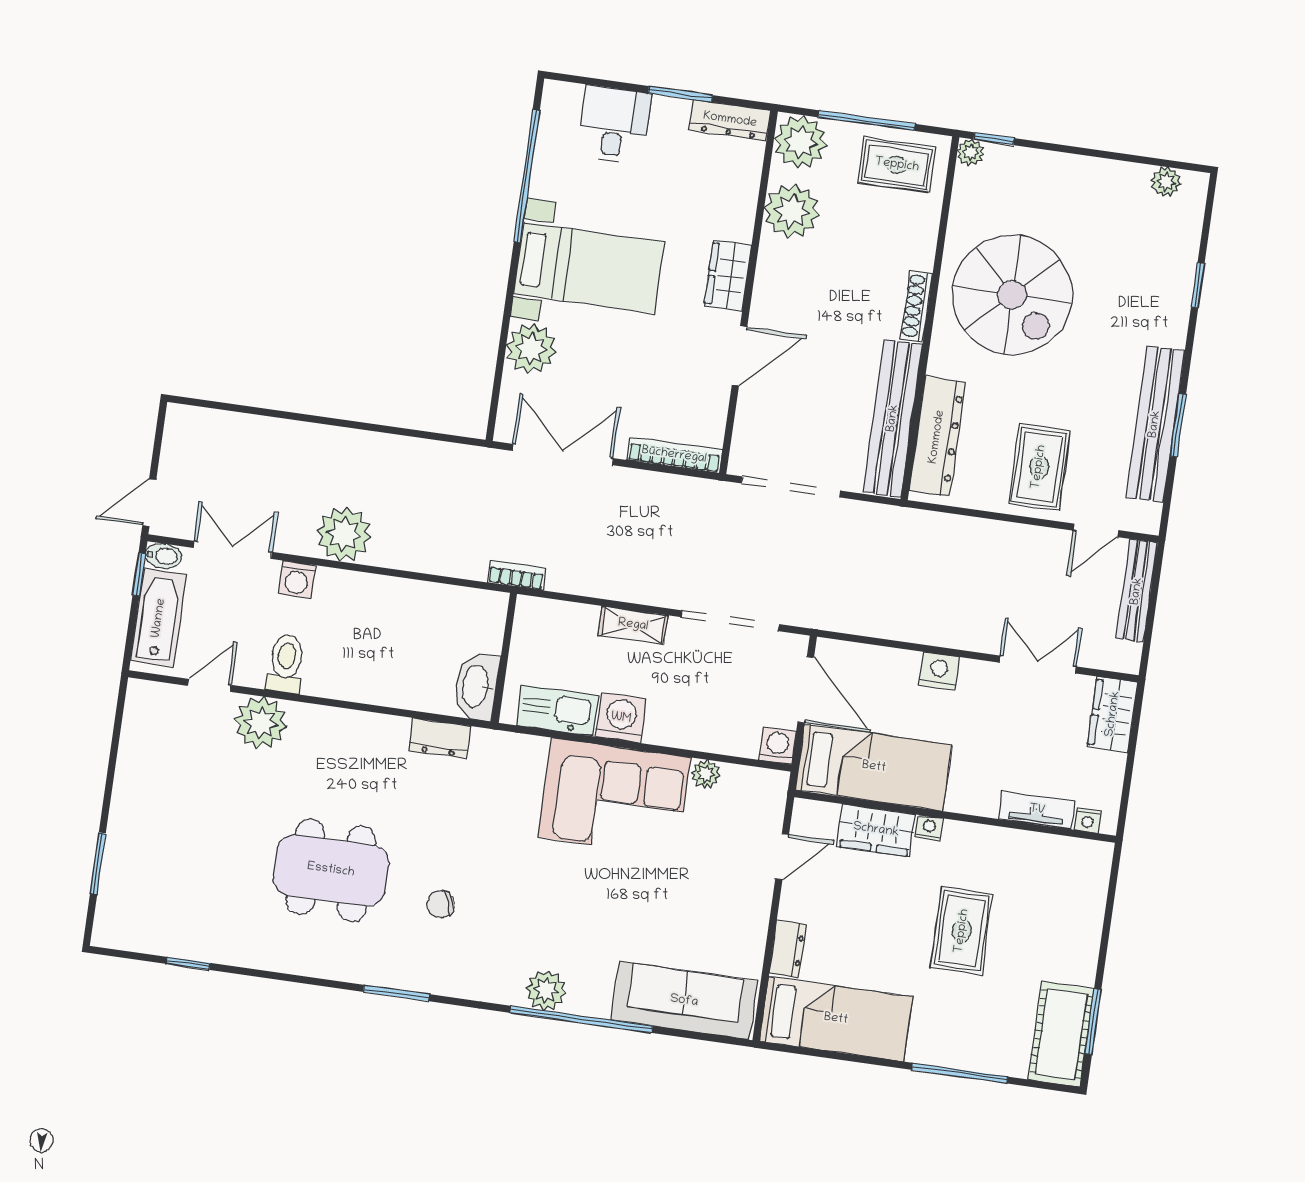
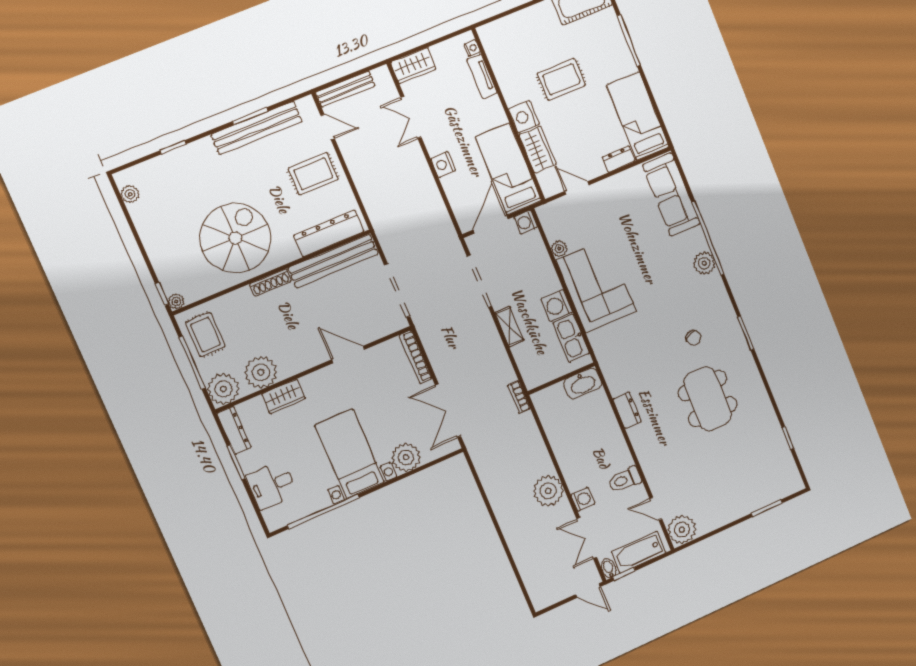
wardrobe: (728, 276) -> (284, 396), moved
plant: (261, 723) -> (682, 530), moved
dresser: (440, 738) -> (627, 410), moved
nightstand: (929, 828) -> (524, 117), width x1.89, depth x1.79

